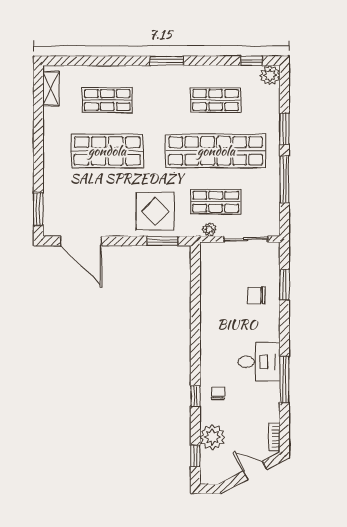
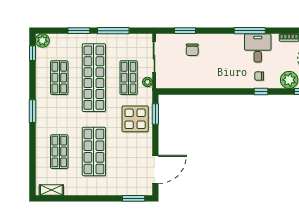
desk: (259, 362) -> (258, 48), moved

